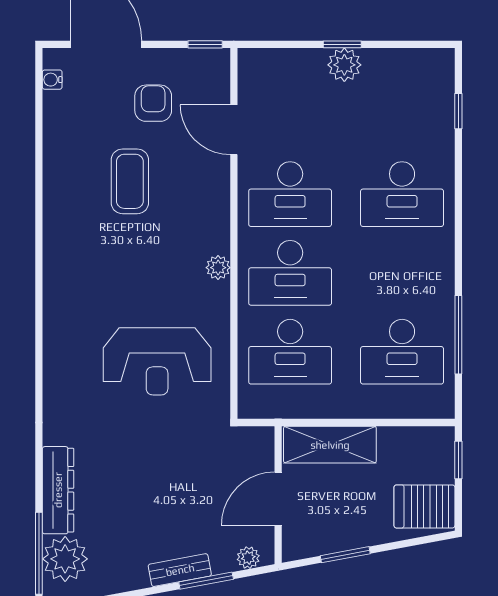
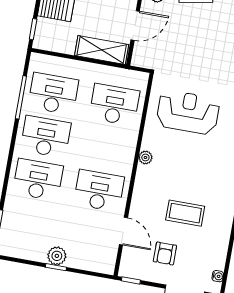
coffee table: (130, 181) -> (185, 213), turned 90
desk: (290, 273) -> (46, 137), moved

